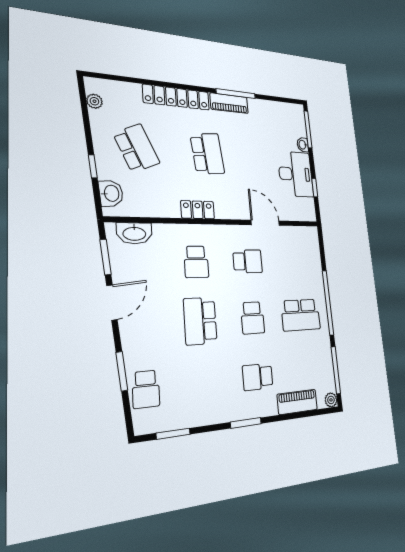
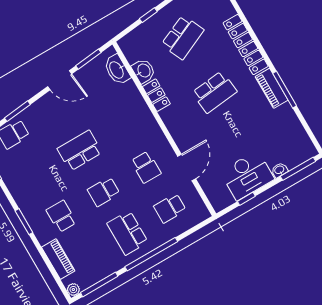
washbasin: (111, 193) -> (144, 71), moved, turned -84
locker: (198, 210) -> (156, 95), moved
school desk: (196, 262) -> (170, 208), moved

